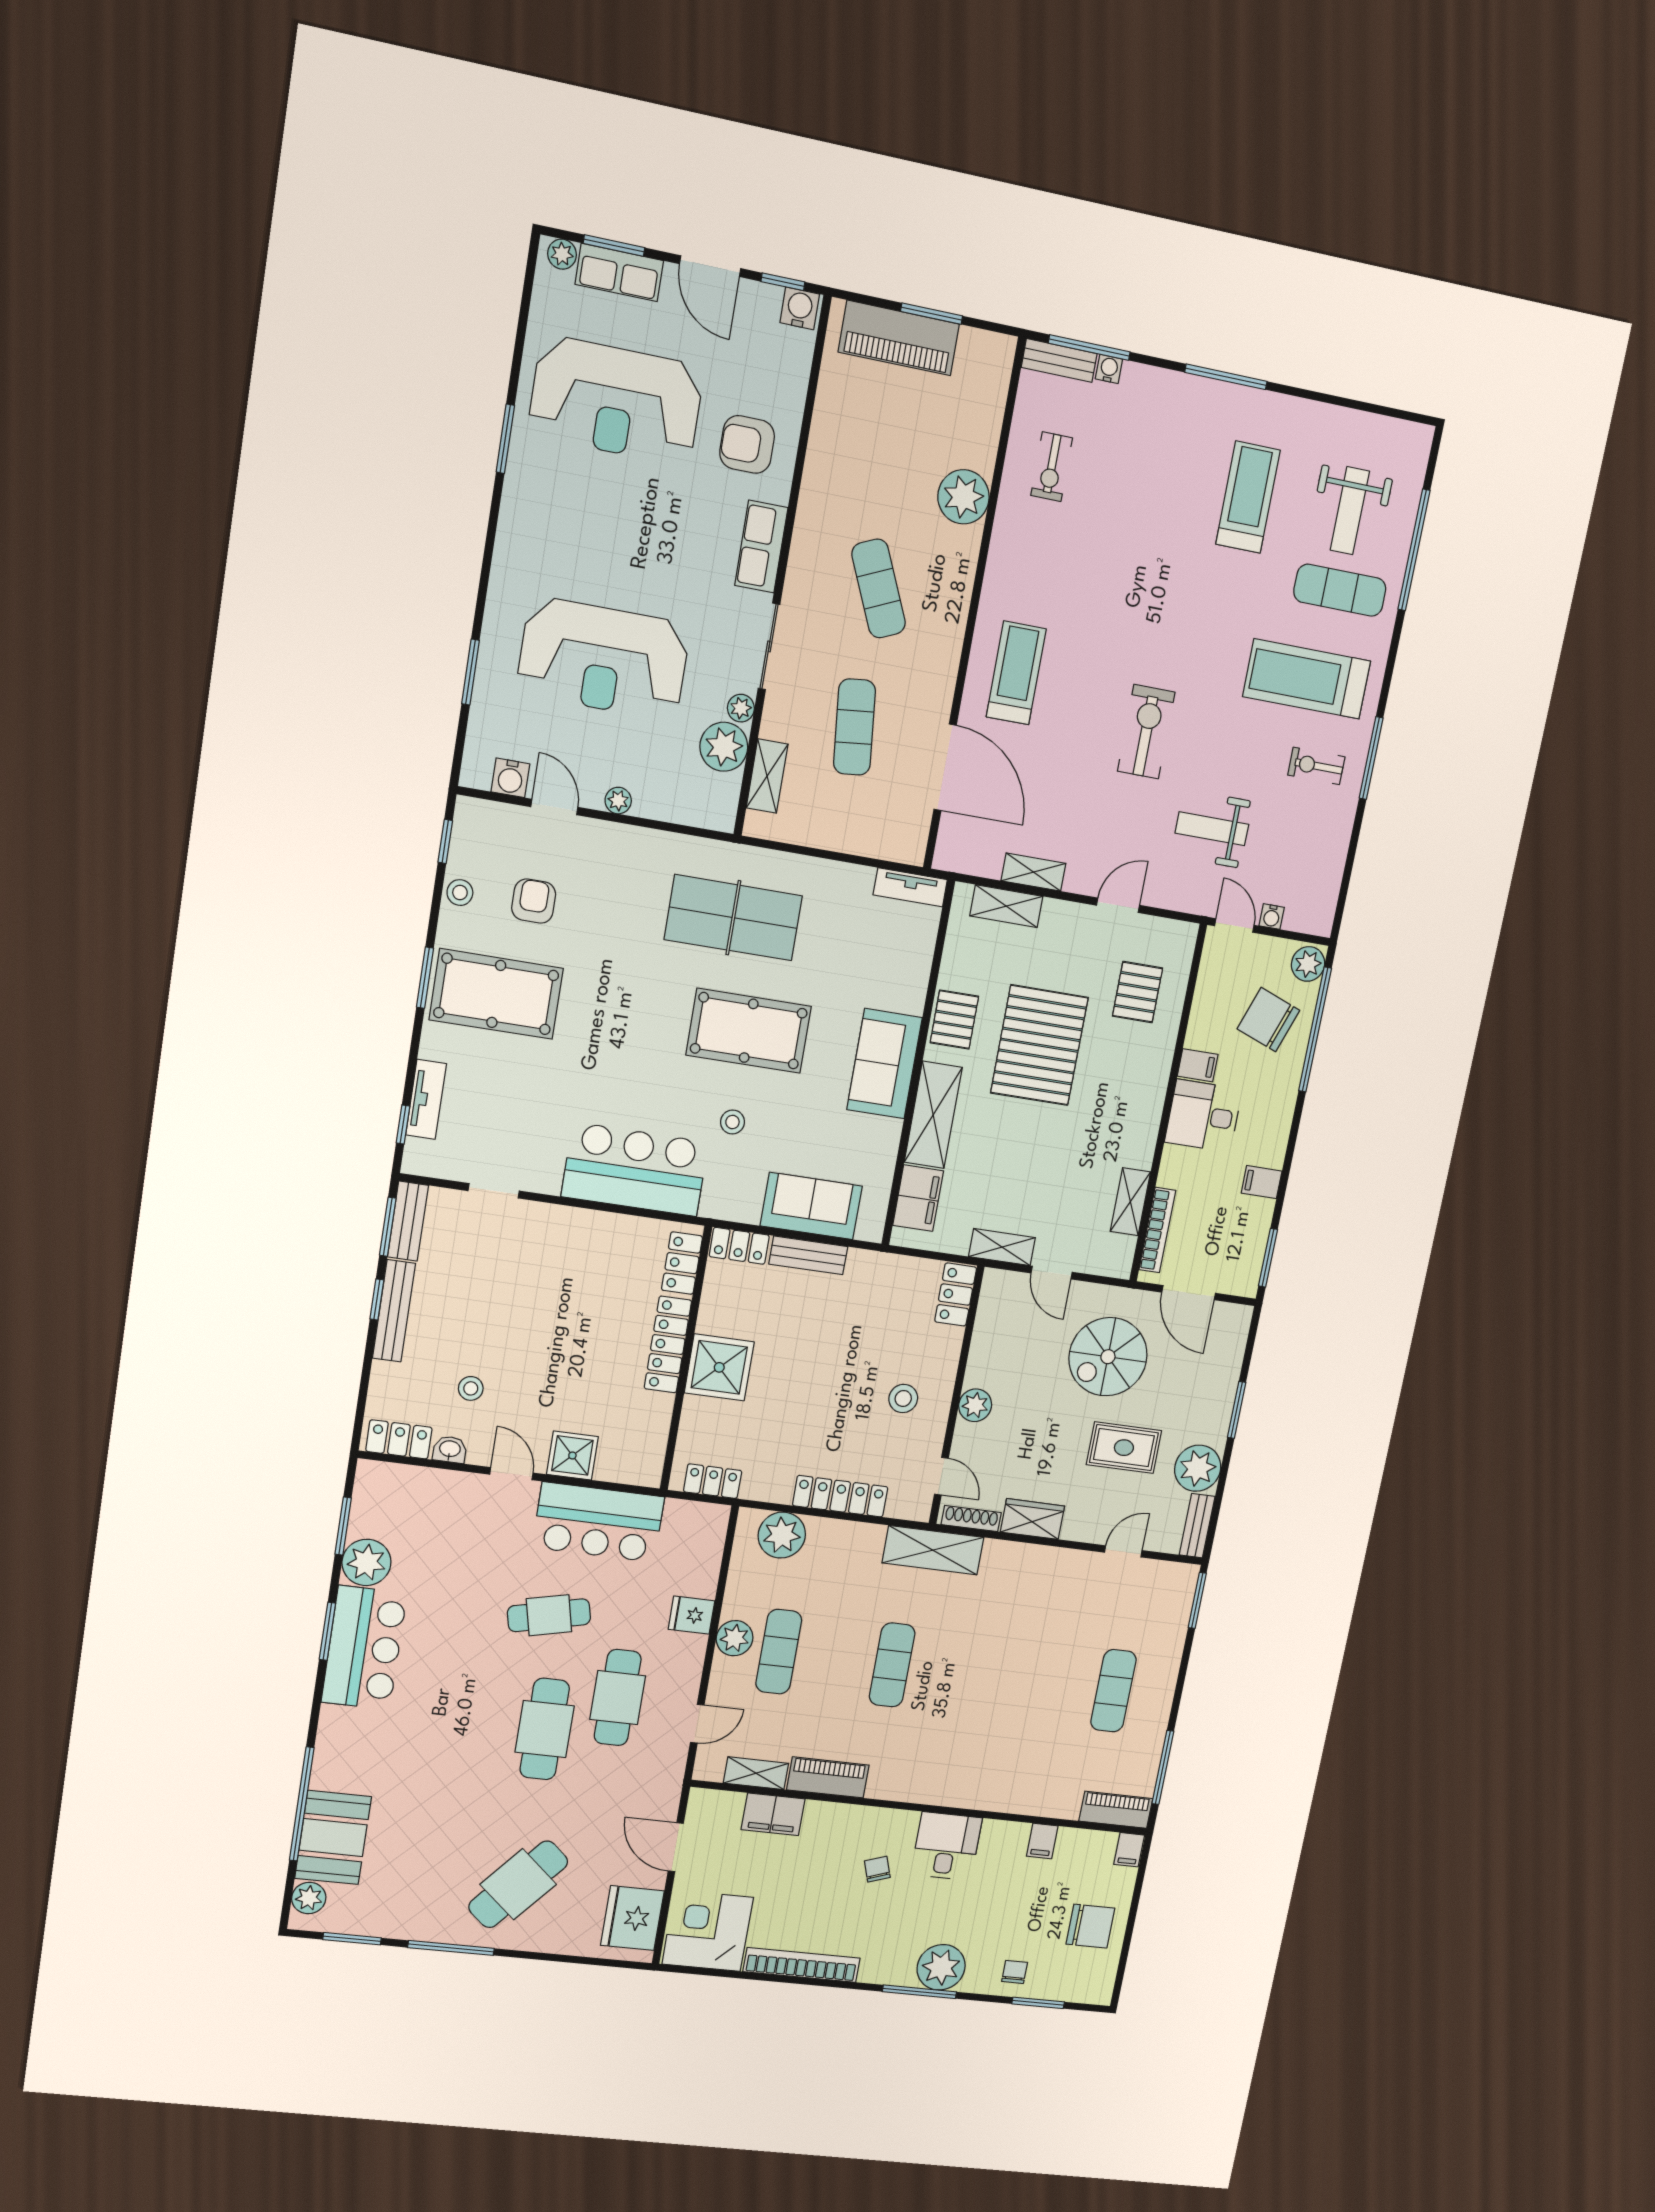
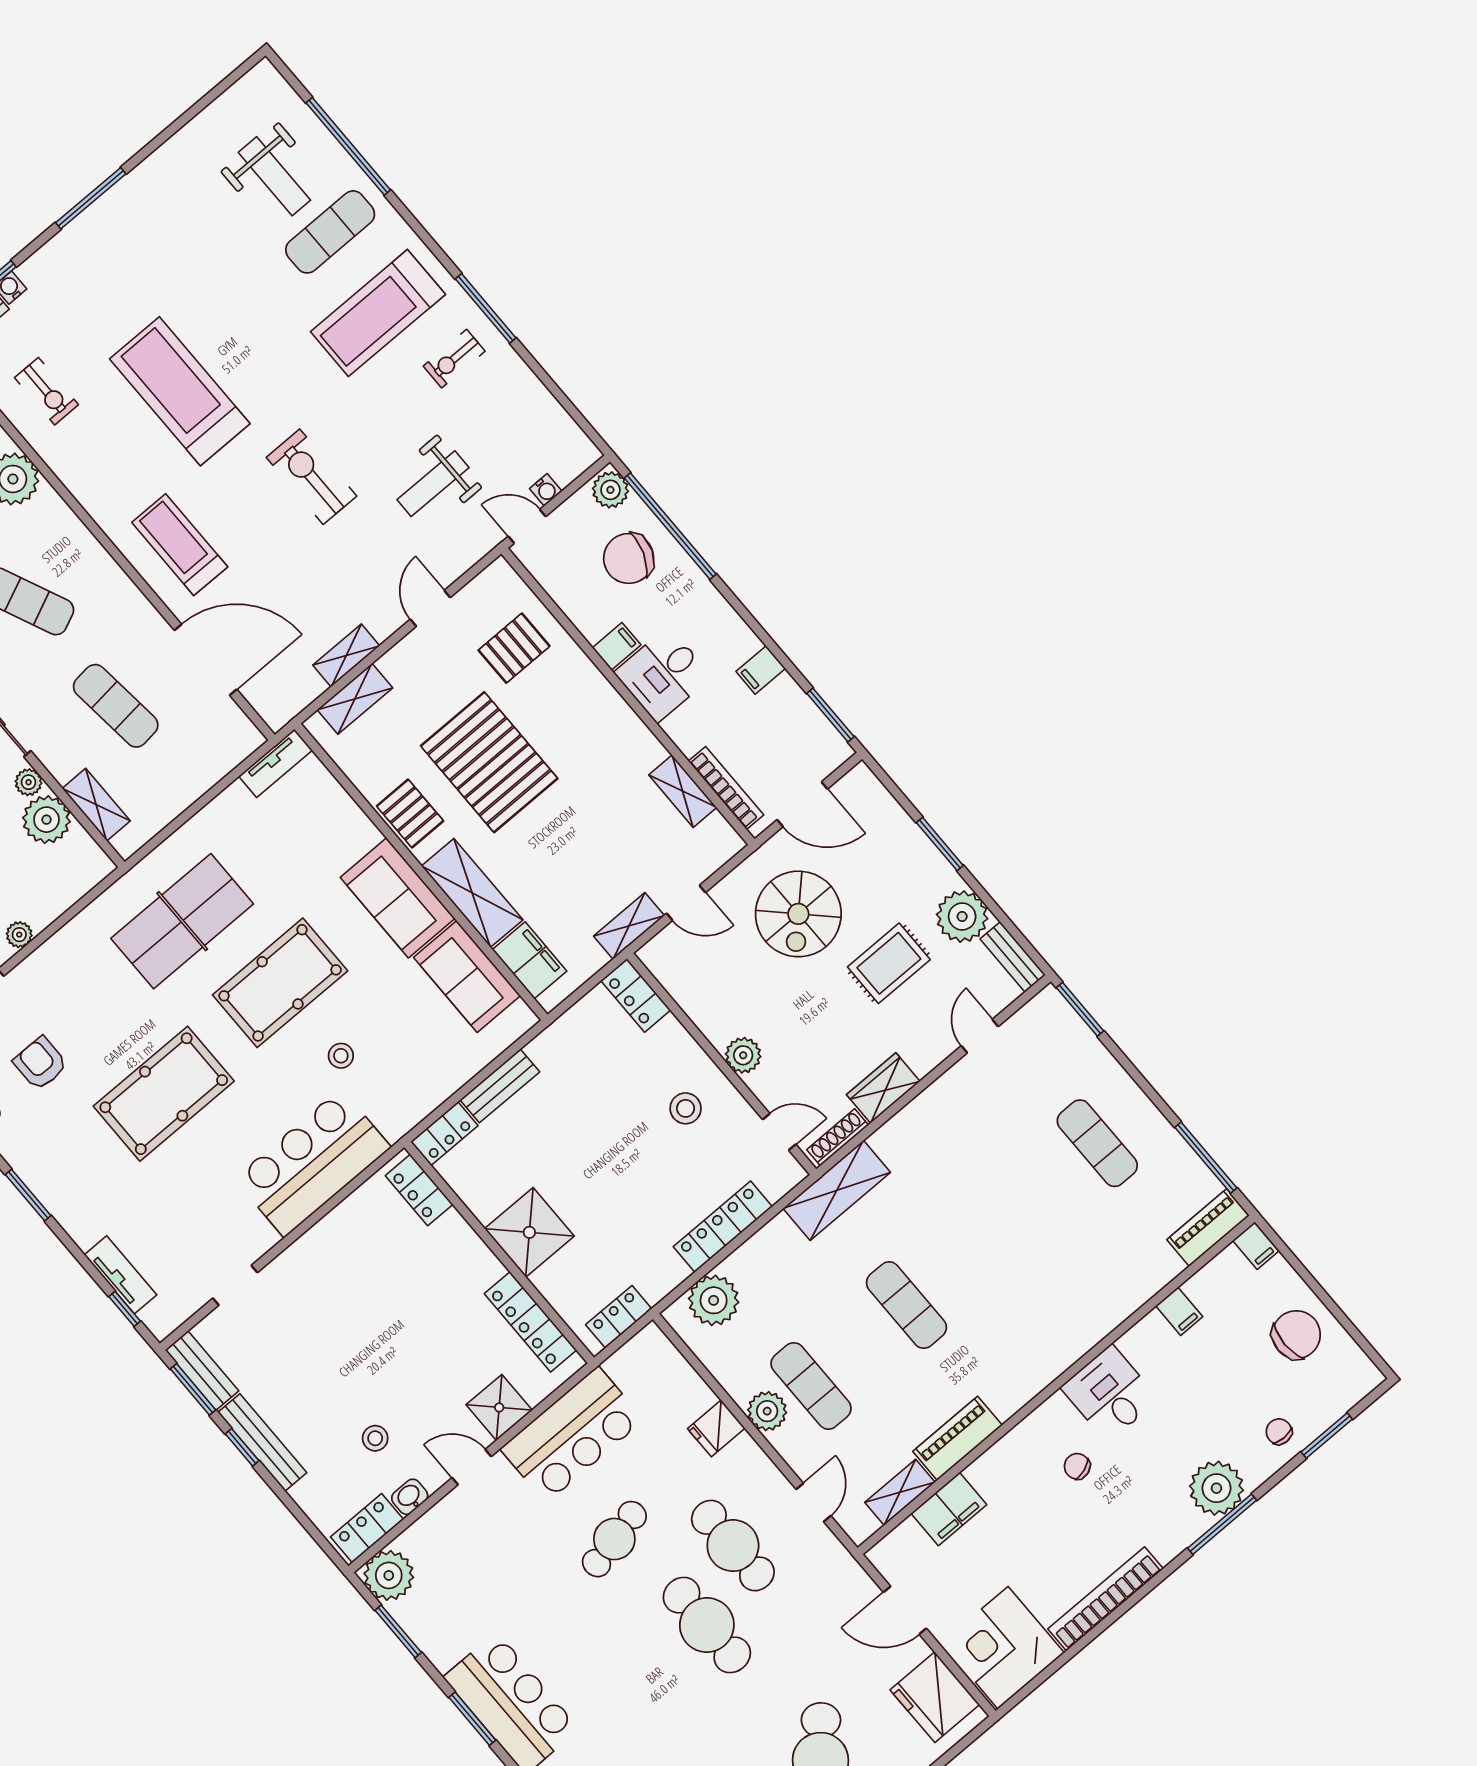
treadmill: (1248, 497) -> (180, 391), moved, width x1.37, depth x1.38
pallet: (1138, 992) -> (514, 648), turned 90
pool table: (496, 994) -> (164, 1094), moved
sofa: (811, 1206) -> (467, 977), moved, turned -90
locker: (668, 1345) -> (530, 1322), moved
plant: (366, 1562) -> (389, 1575), moved

